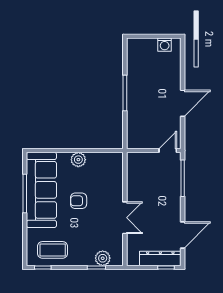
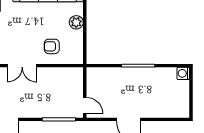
washing machine: (165, 45) -> (183, 73), moved
armchair: (79, 201) -> (52, 46), moved, turned -90

